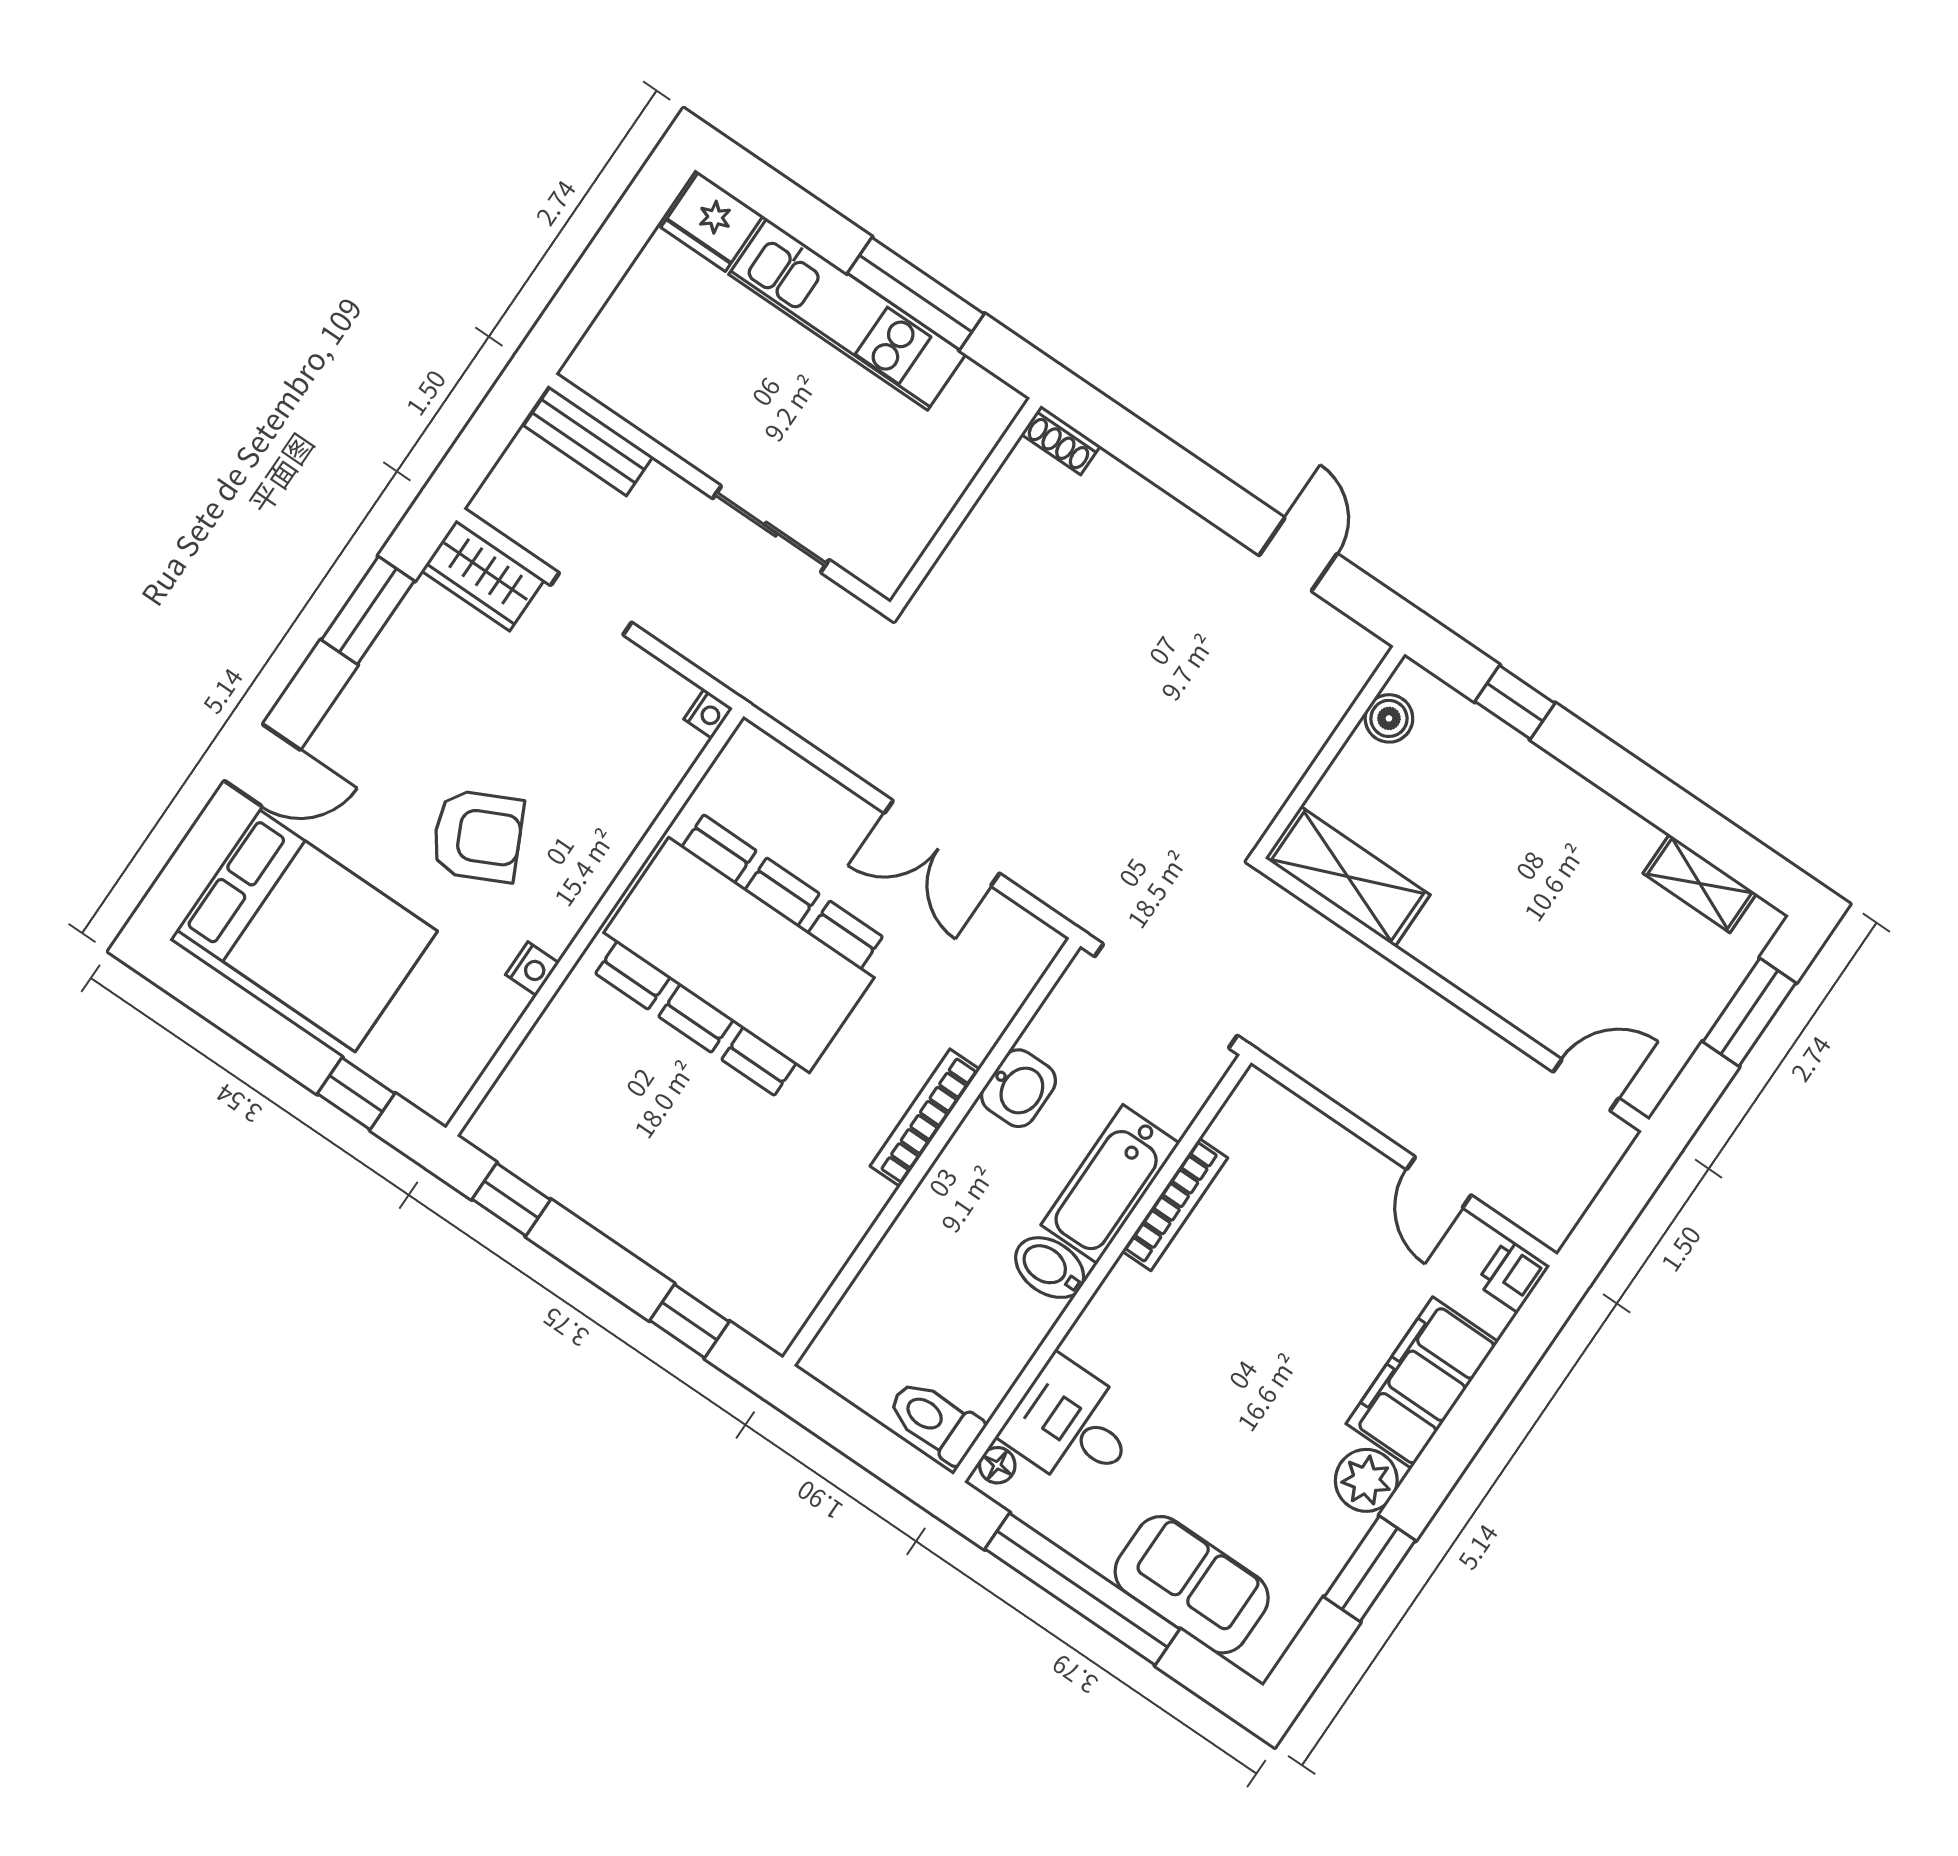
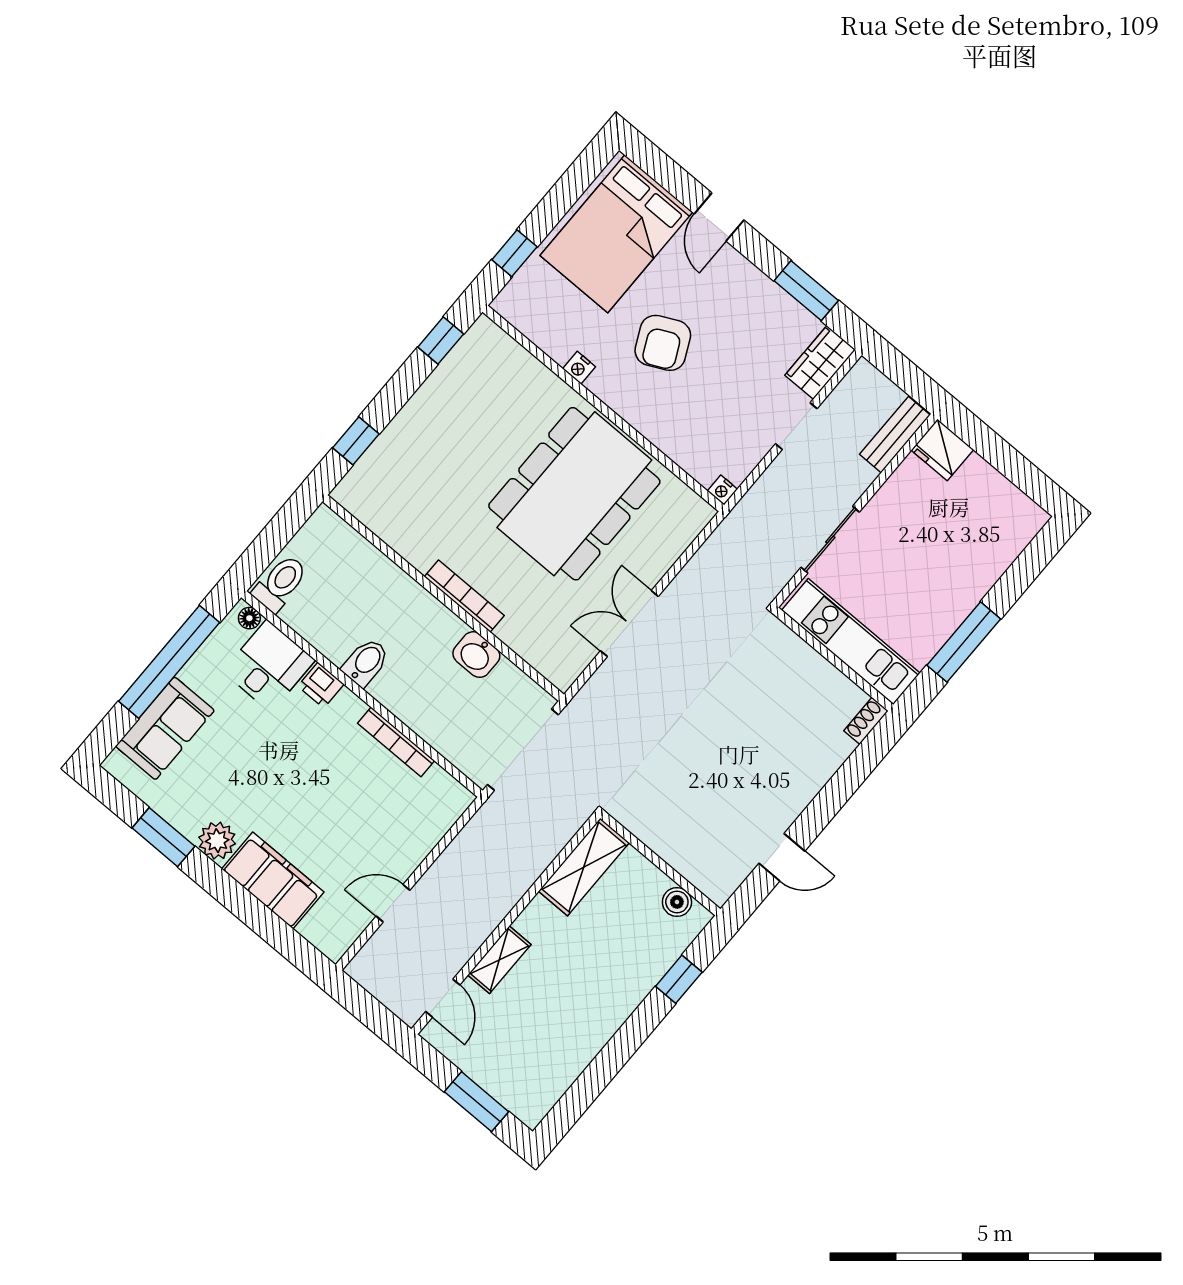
fridge: (712, 222) -> (942, 450), moved, turned -90
kitchen unit: (847, 314) -> (851, 642), moved, turned 90
shelving: (1700, 883) -> (499, 960), moved
bathtub: (1110, 1184) -> (413, 704), removed
printer: (1513, 1275) -> (321, 685), moved, turned 180

